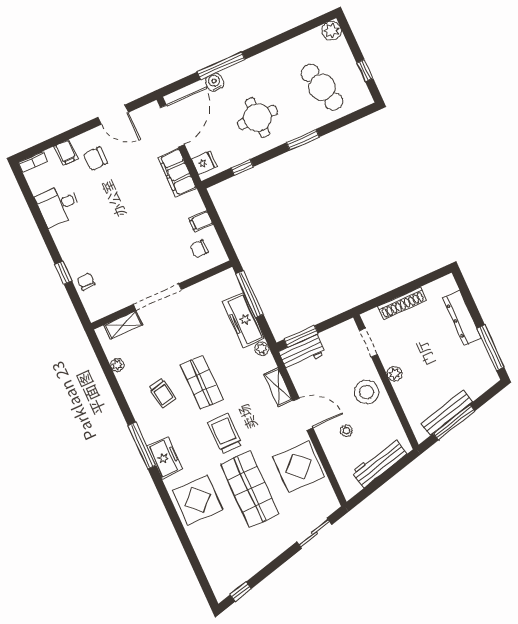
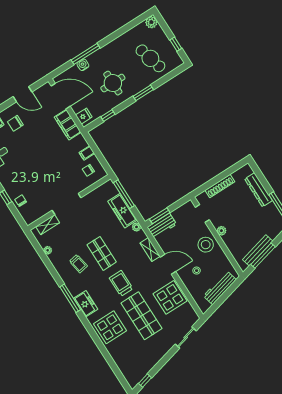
door: (172, 126) -> (61, 96), hinge flipped

